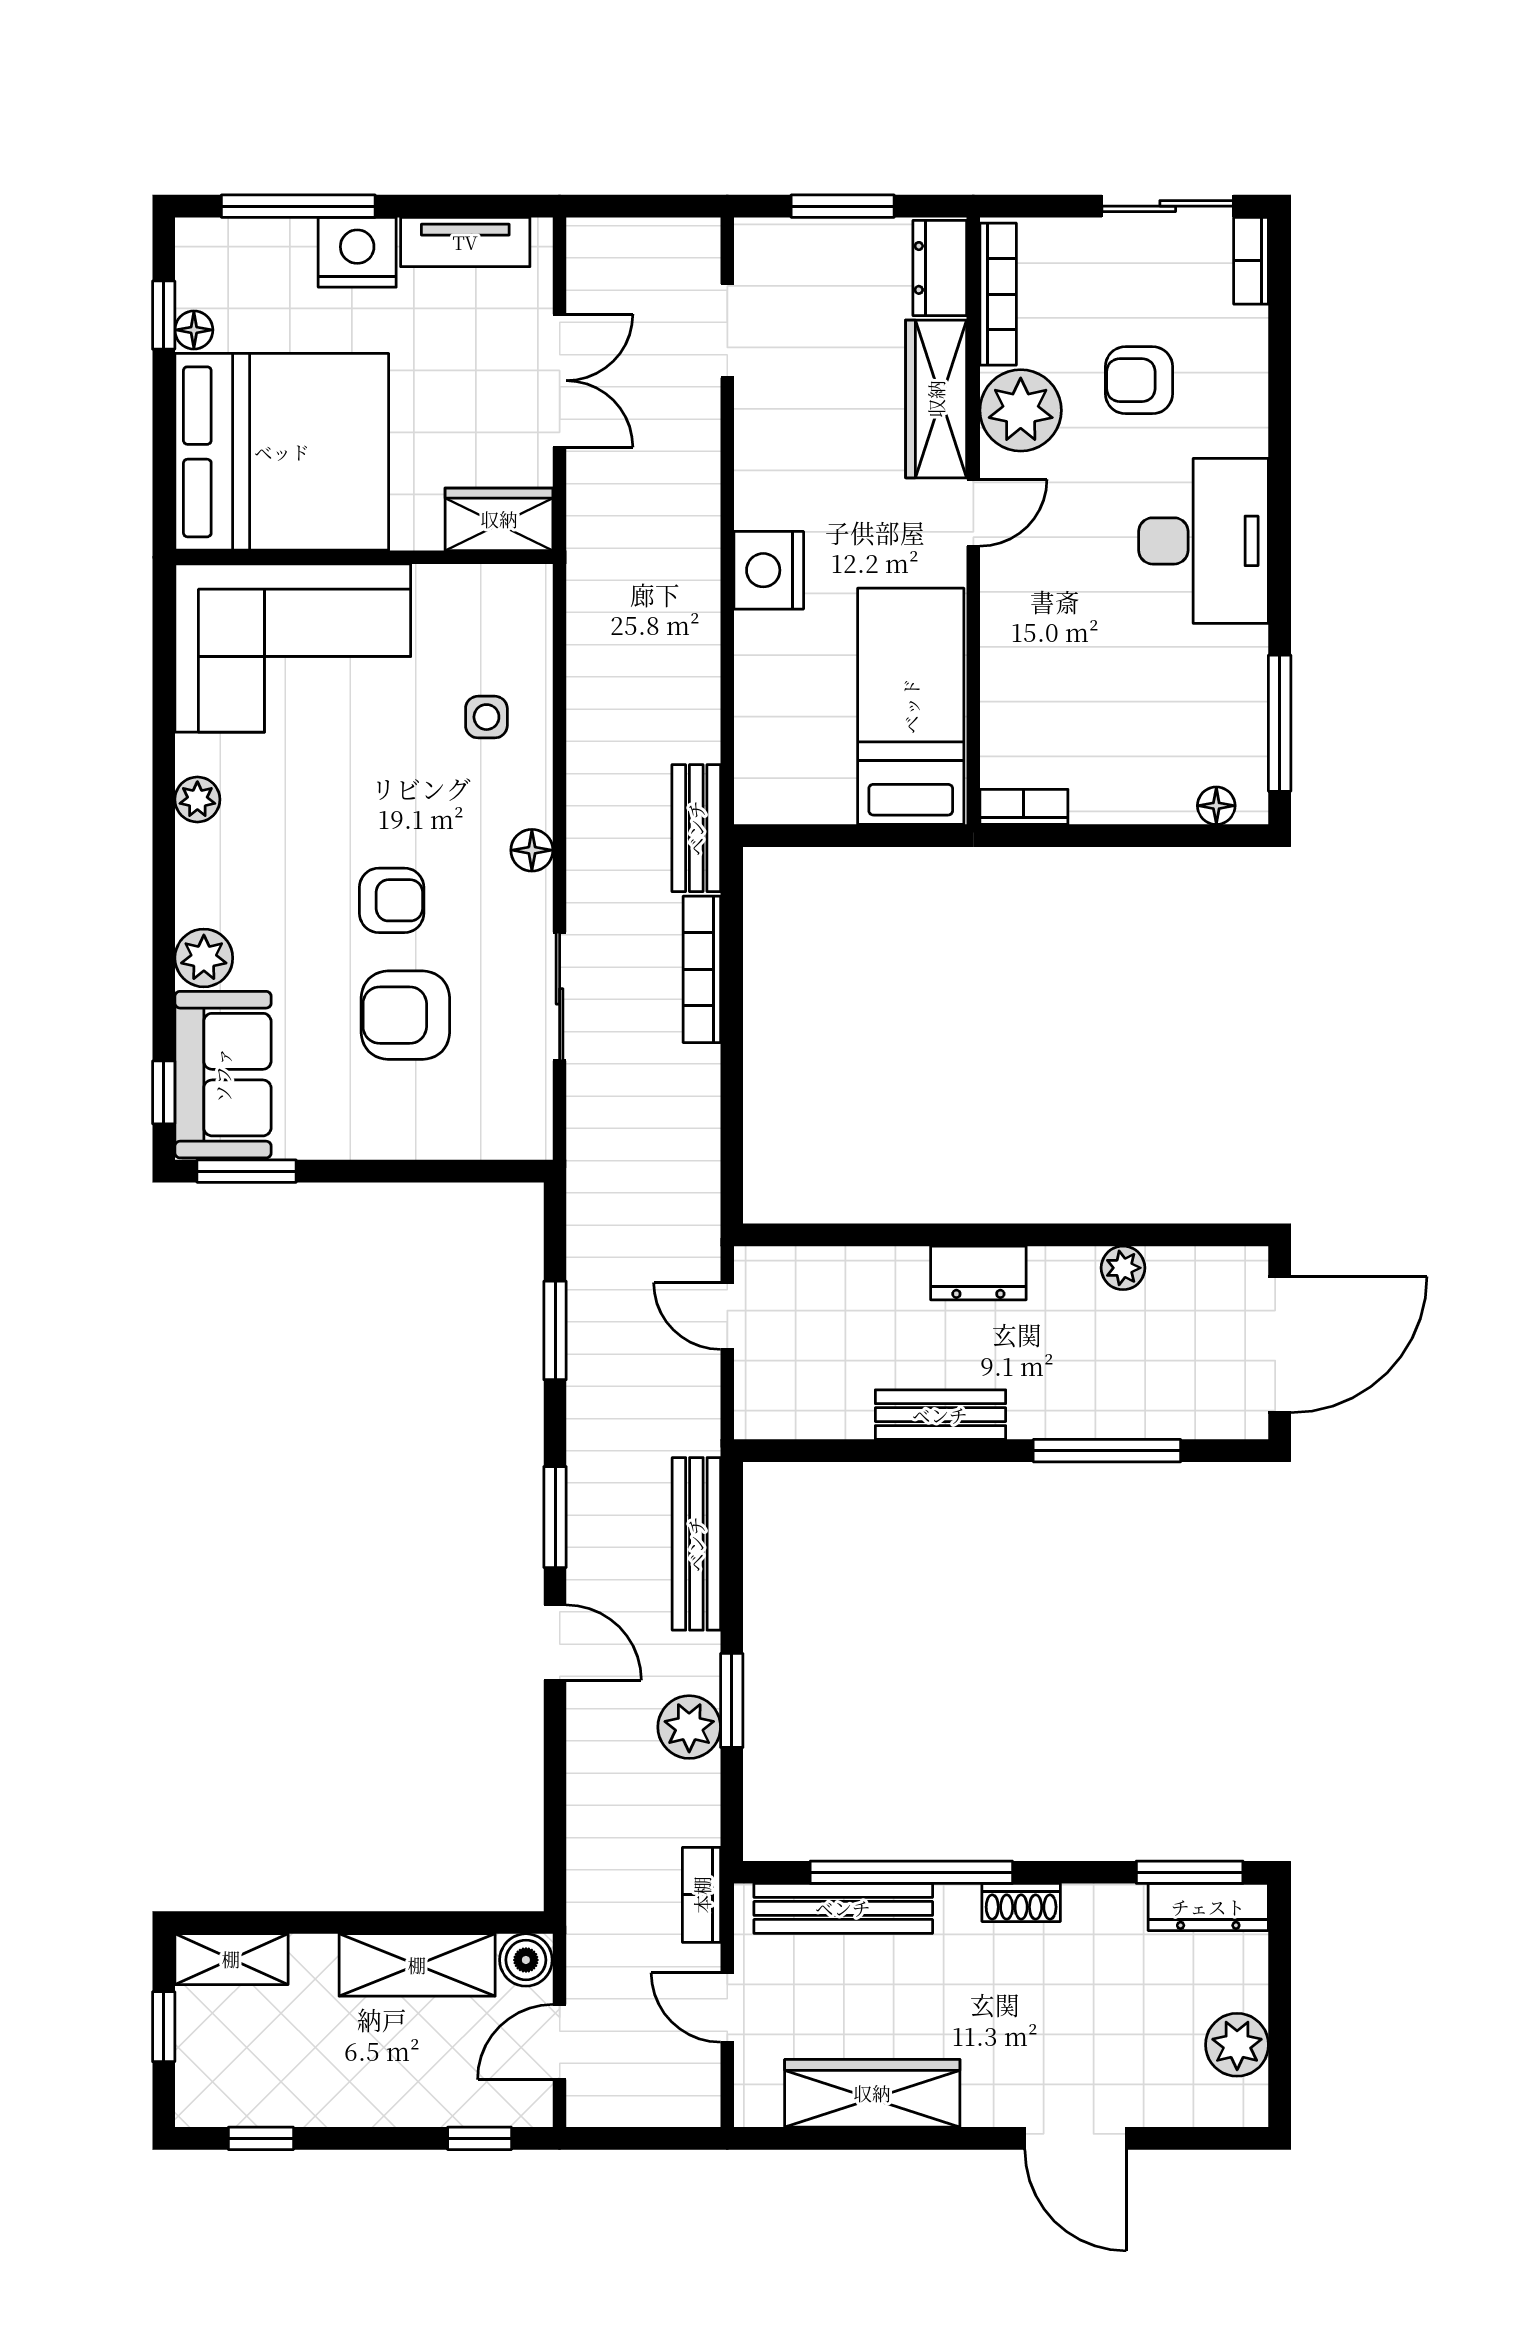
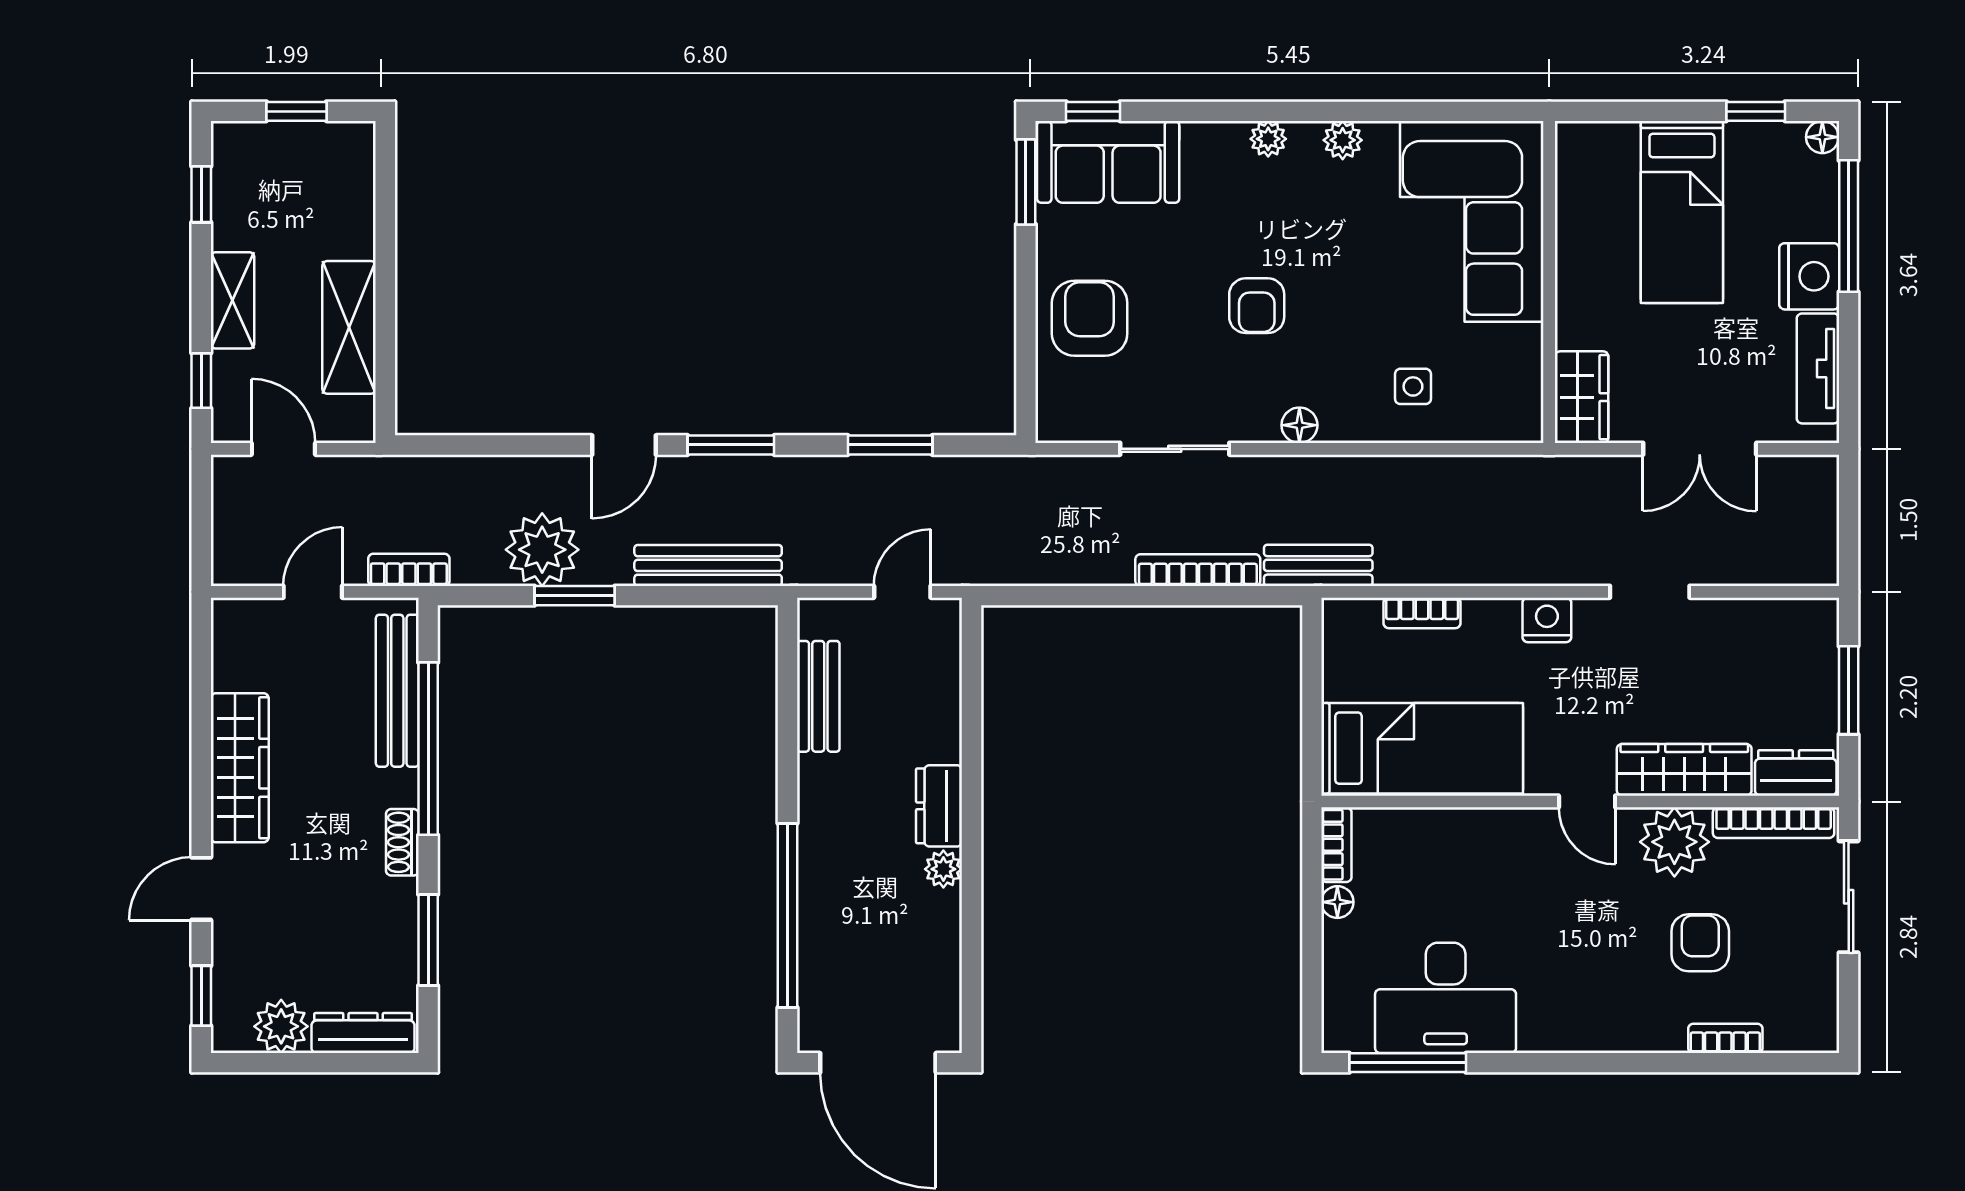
sliding door: (1168, 206) -> (1849, 897), moved
bookcase: (1251, 261) -> (1725, 1038), moved
floor lamp: (194, 330) -> (1822, 137), moved
doorway: (727, 331) -> (1650, 592), moved
bed: (282, 452) -> (1682, 212), width x0.49
desk: (1204, 541) -> (1446, 998), moved
nightstand: (769, 570) -> (1547, 620), width x0.74, depth x0.75
bookcase: (752, 706) -> (1422, 613), added
floor lamp: (1216, 806) -> (1337, 902), moved
plant: (204, 958) -> (1268, 139), moved, width x0.73, depth x0.73
armchair: (405, 1015) -> (1090, 318), moved
plant: (1123, 1268) -> (943, 869), moved
bench: (940, 1415) -> (818, 696), moved
window: (1107, 1451) -> (788, 915), width x1.46
plant: (689, 1727) -> (542, 550), width x1.36, depth x1.36
window: (1190, 1872) -> (428, 940), moved
dresser: (1208, 1907) -> (363, 1033), moved, turned 90
shelving: (231, 1959) -> (233, 300), moved
boiler: (526, 1960) -> (353, 420), removed
wardrobe: (872, 2093) -> (240, 768), moved
door: (1075, 2138) -> (201, 889), width x0.73
window: (1201, 2138) -> (201, 996), added

